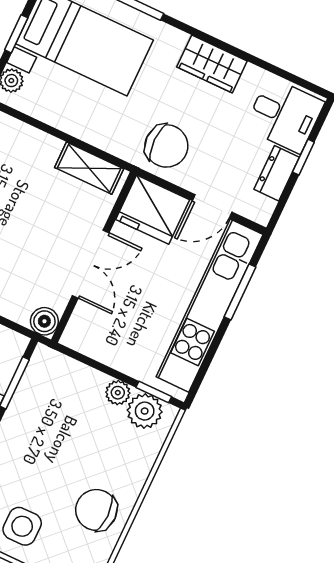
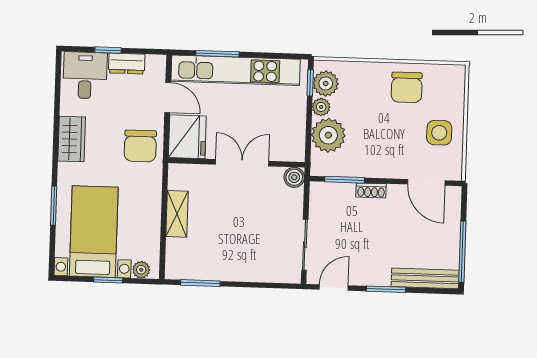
chair: (166, 146) -> (140, 146), turned 180
shelving: (89, 168) -> (177, 214), moved
plant: (79, 387) -> (328, 135), added

